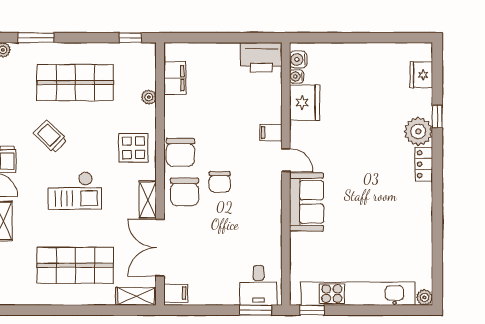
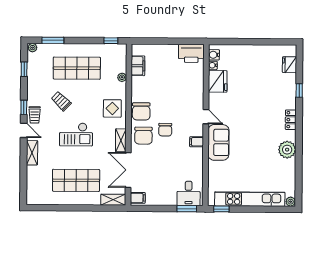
plant: (418, 131) -> (287, 150), moved
filing cabinet: (271, 133) -> (197, 142), moved

